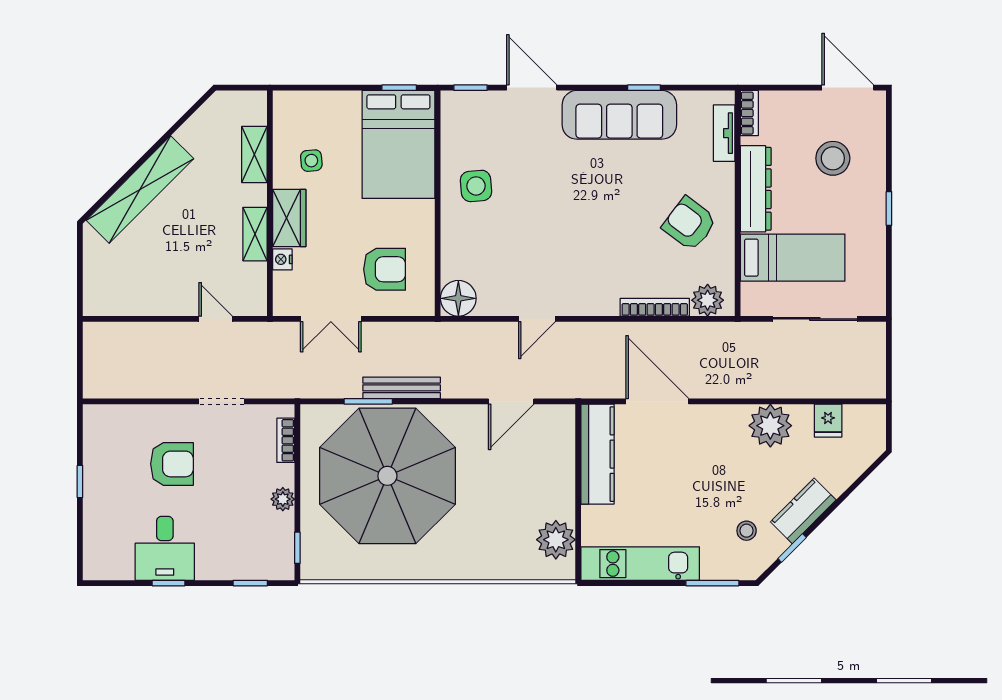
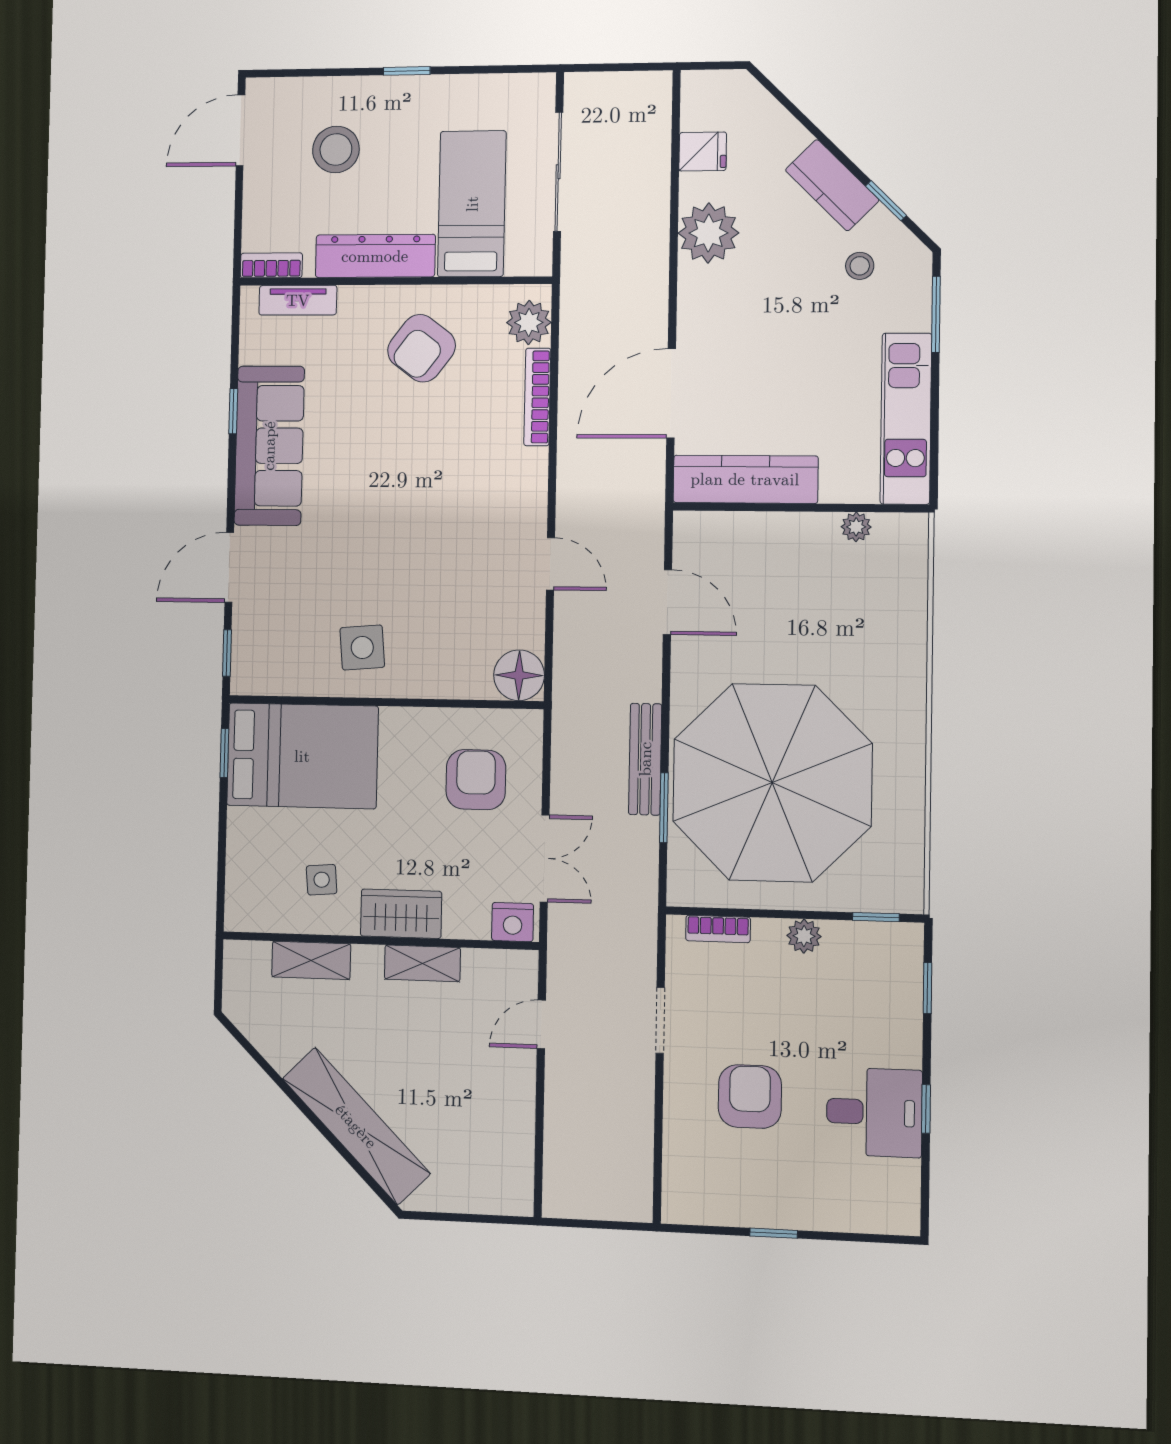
nightstand: (282, 259) -> (513, 922), moved, width x1.39, depth x1.35
plant: (556, 540) -> (856, 527), width x0.53, depth x0.53

